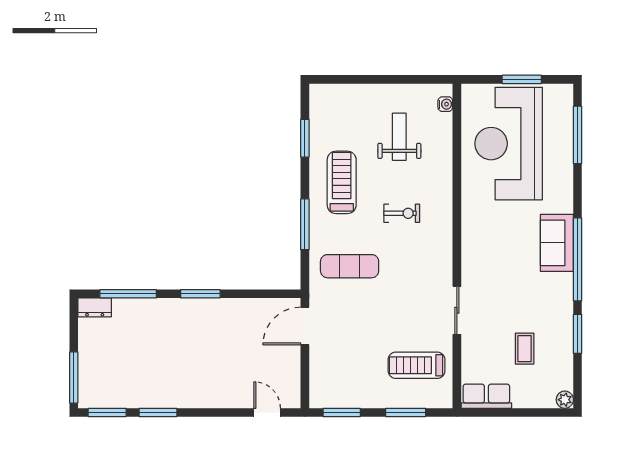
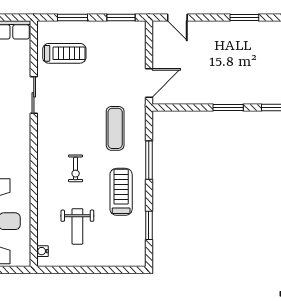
treadmill: (342, 182) -> (121, 192), turned 180
exercise bike: (402, 213) -> (76, 168), turned -90
exercise mat: (350, 266) -> (115, 128), turned 90
window: (158, 412) -> (244, 18), moved

